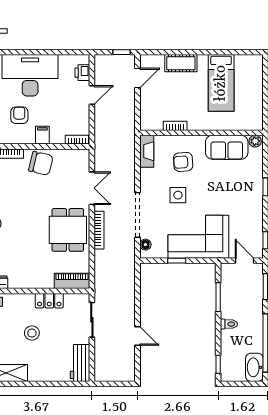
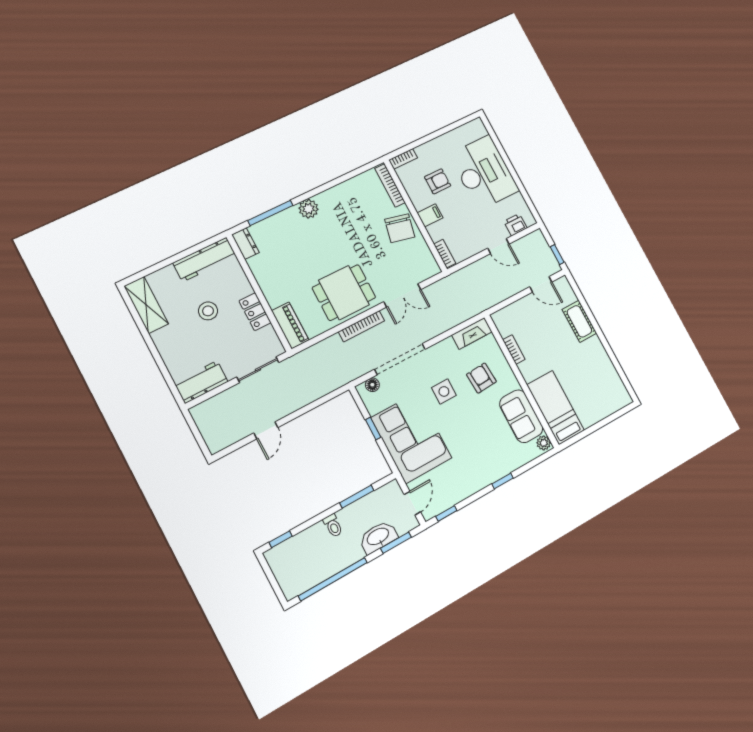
bed: (221, 83) -> (556, 408), moved, turned 90
washbasin: (254, 367) -> (378, 537), moved

